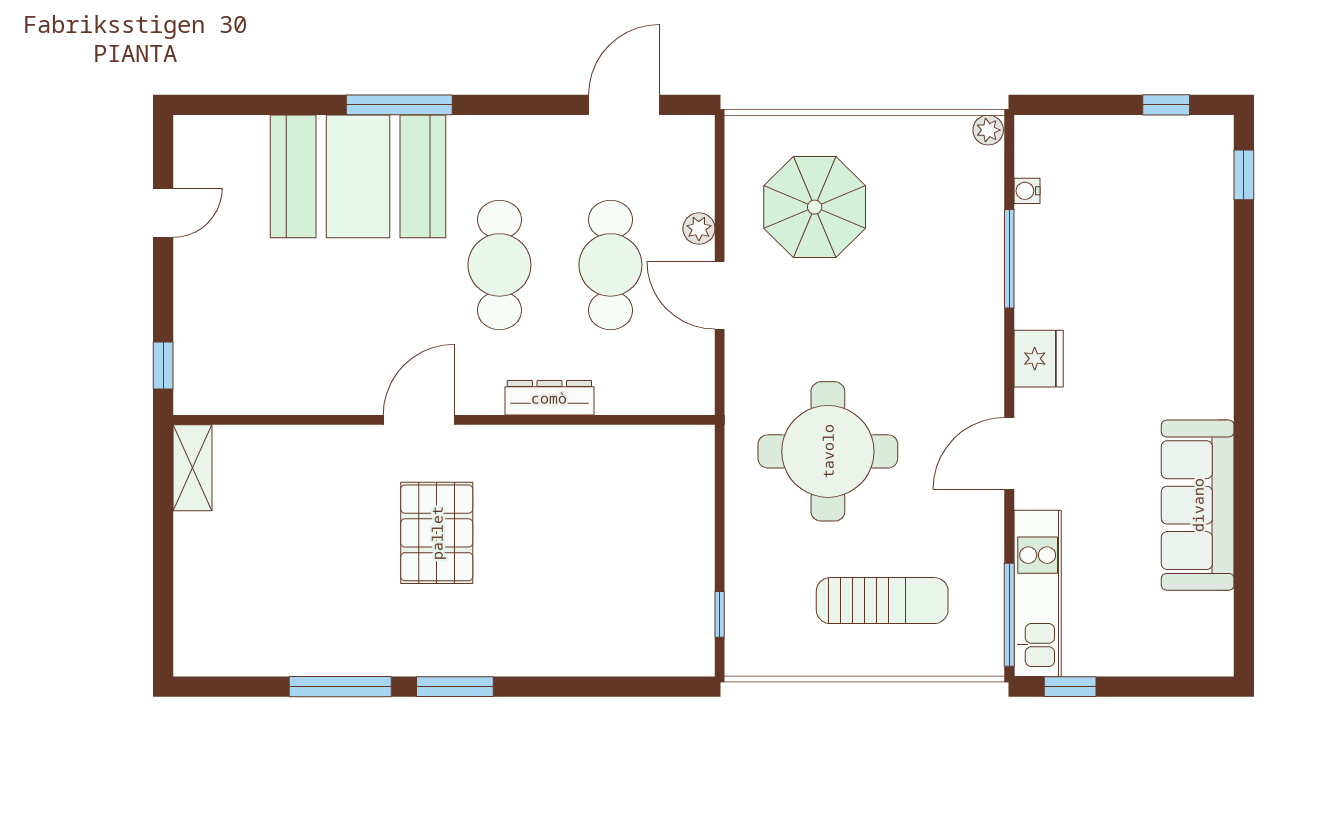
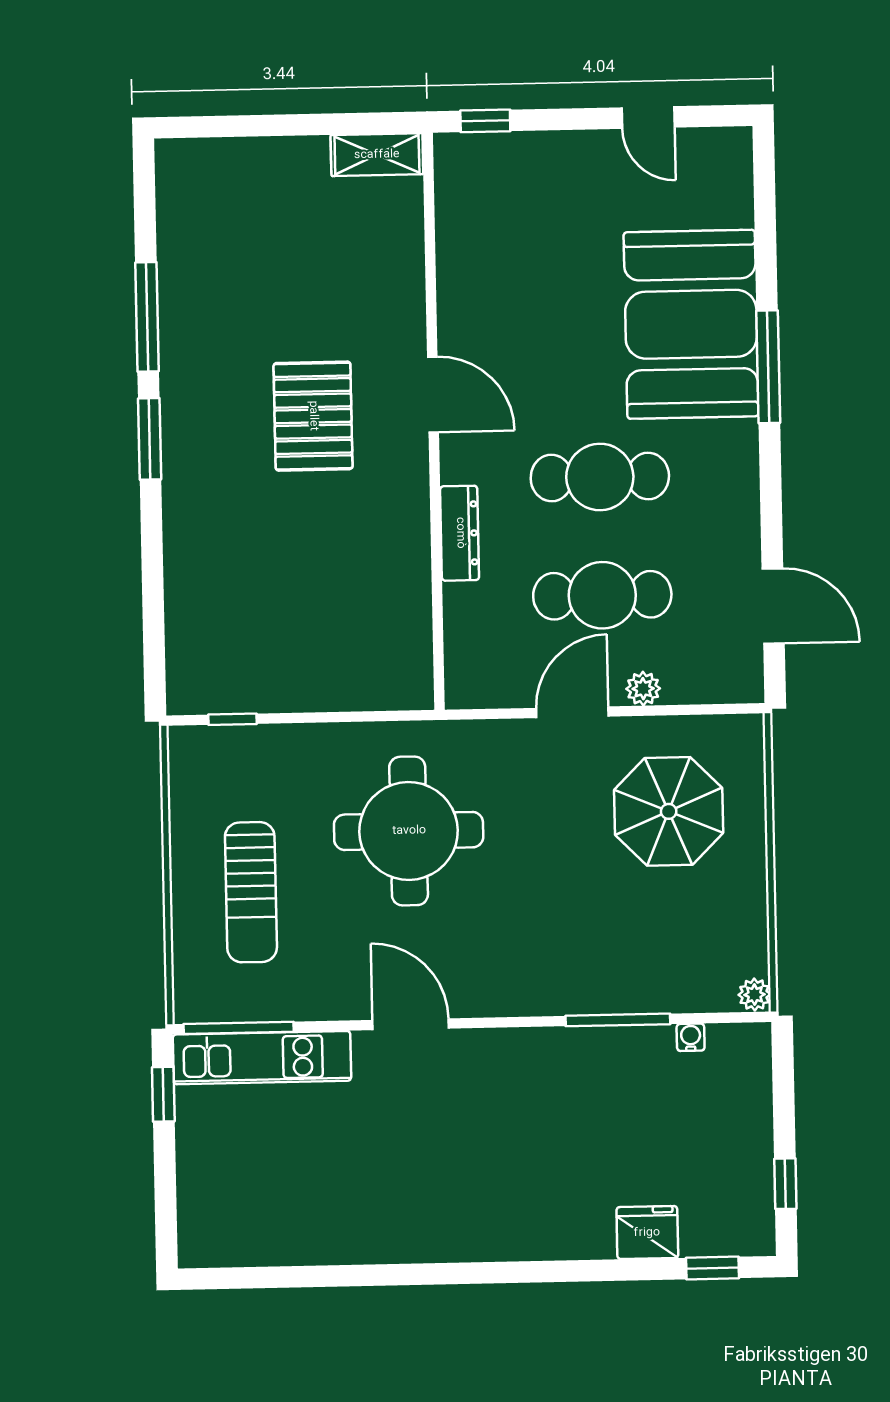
fridge: (1039, 359) -> (647, 1233), moved, turned 180
sofa: (1198, 505) -> (360, 1226), removed
pallet: (437, 533) -> (313, 416), turned 90

